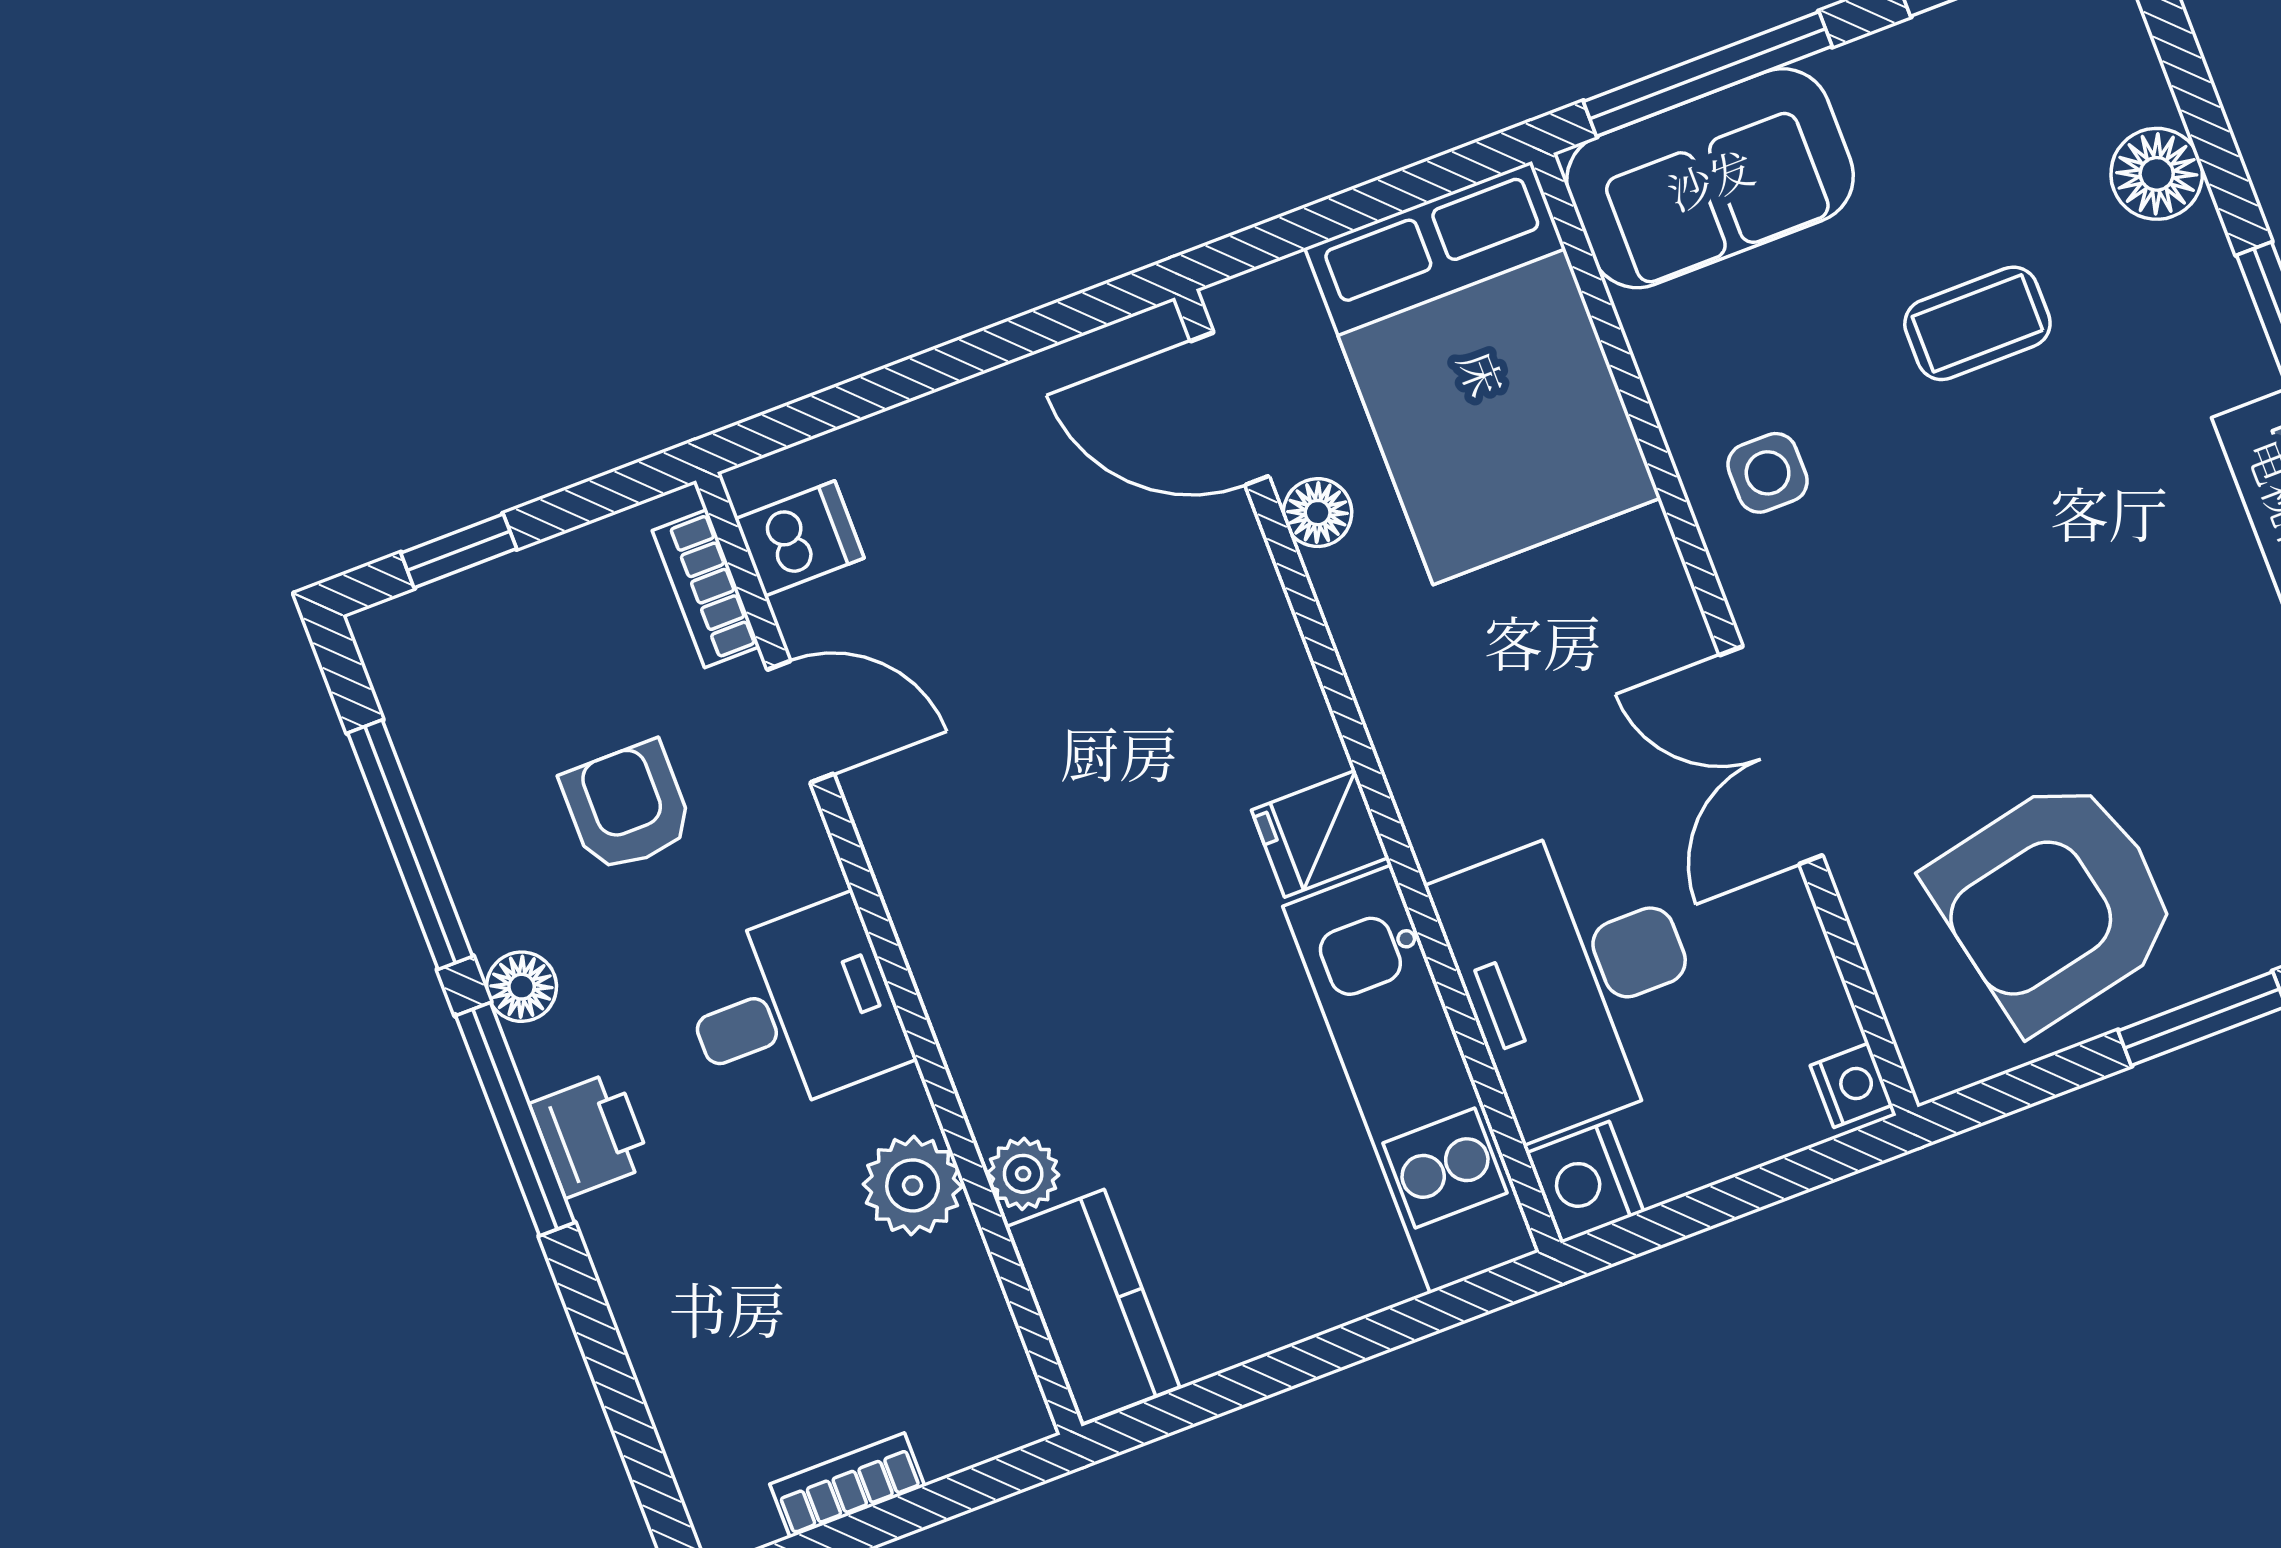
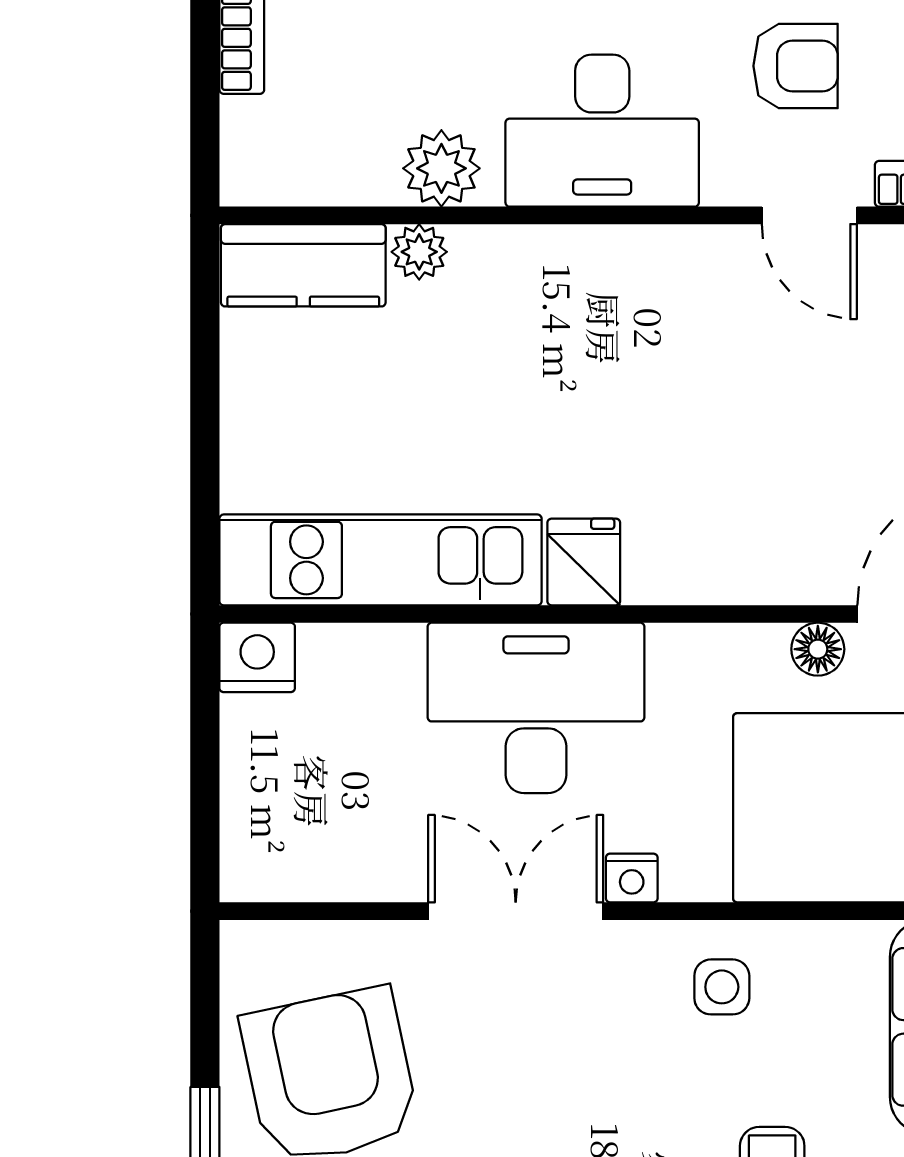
door: (800, 722) -> (809, 215), hinge flipped
desk: (1576, 977) -> (536, 708), moved
desk: (794, 1010) -> (602, 131), width x1.37
nightstand: (1851, 1085) -> (632, 878), moved

